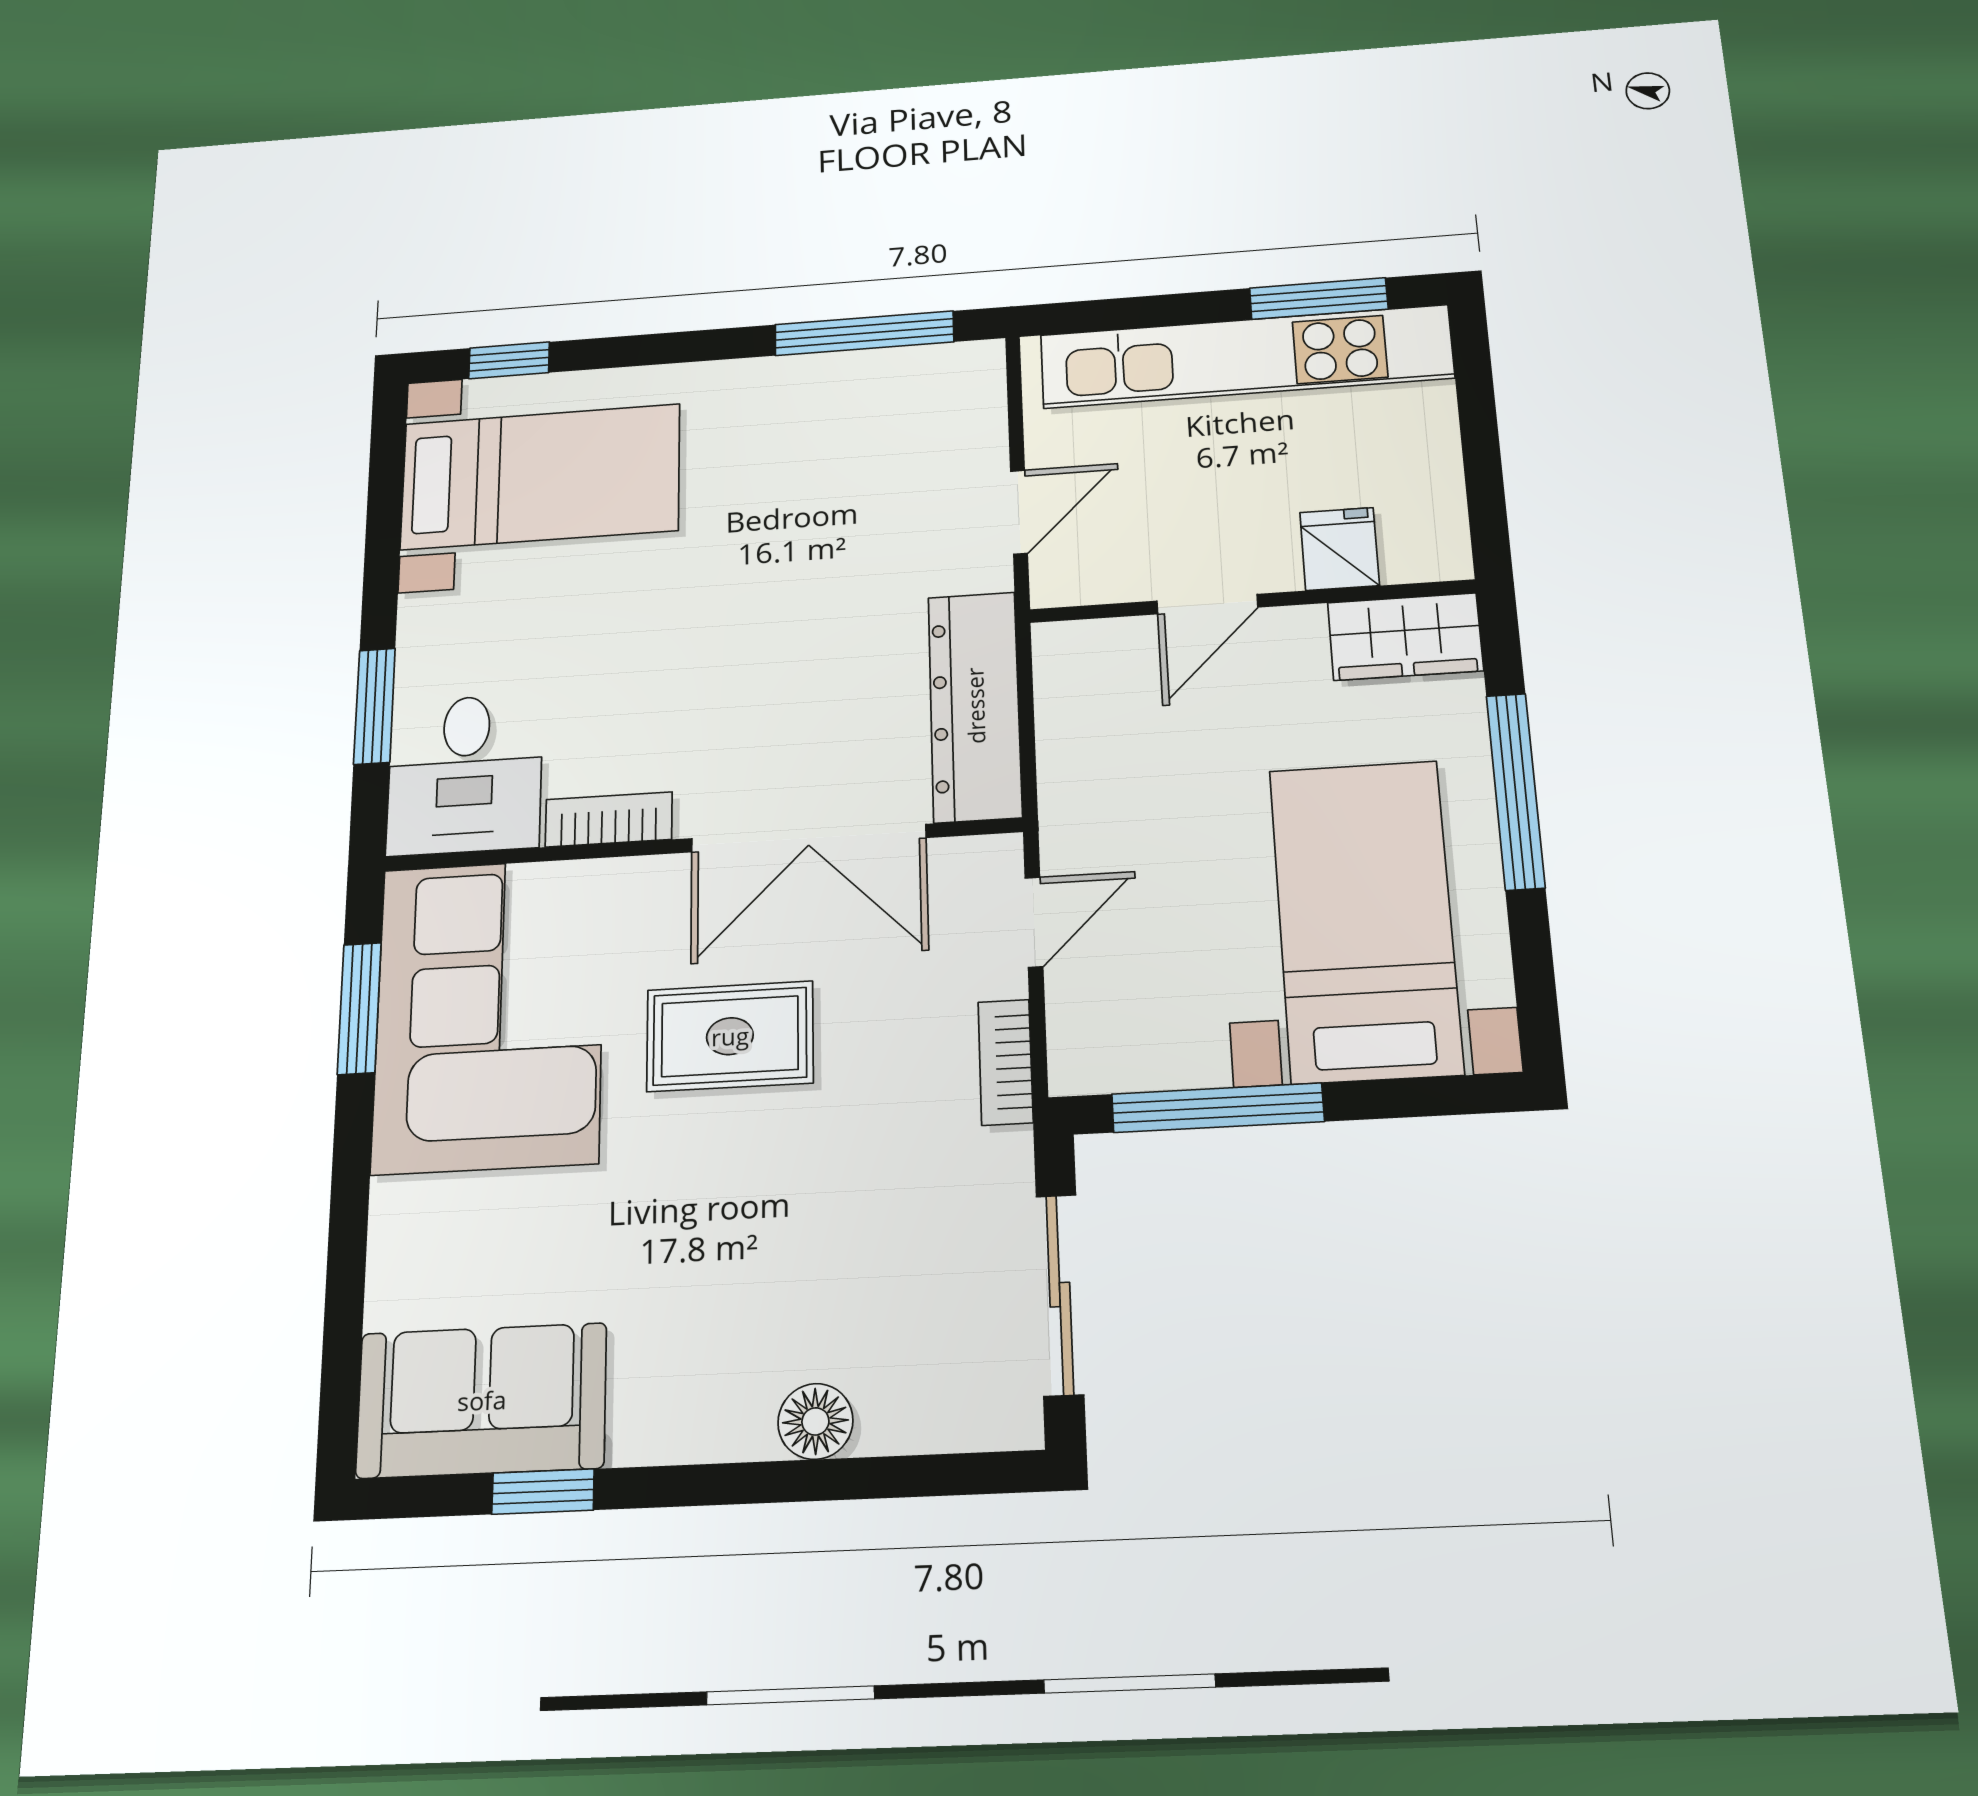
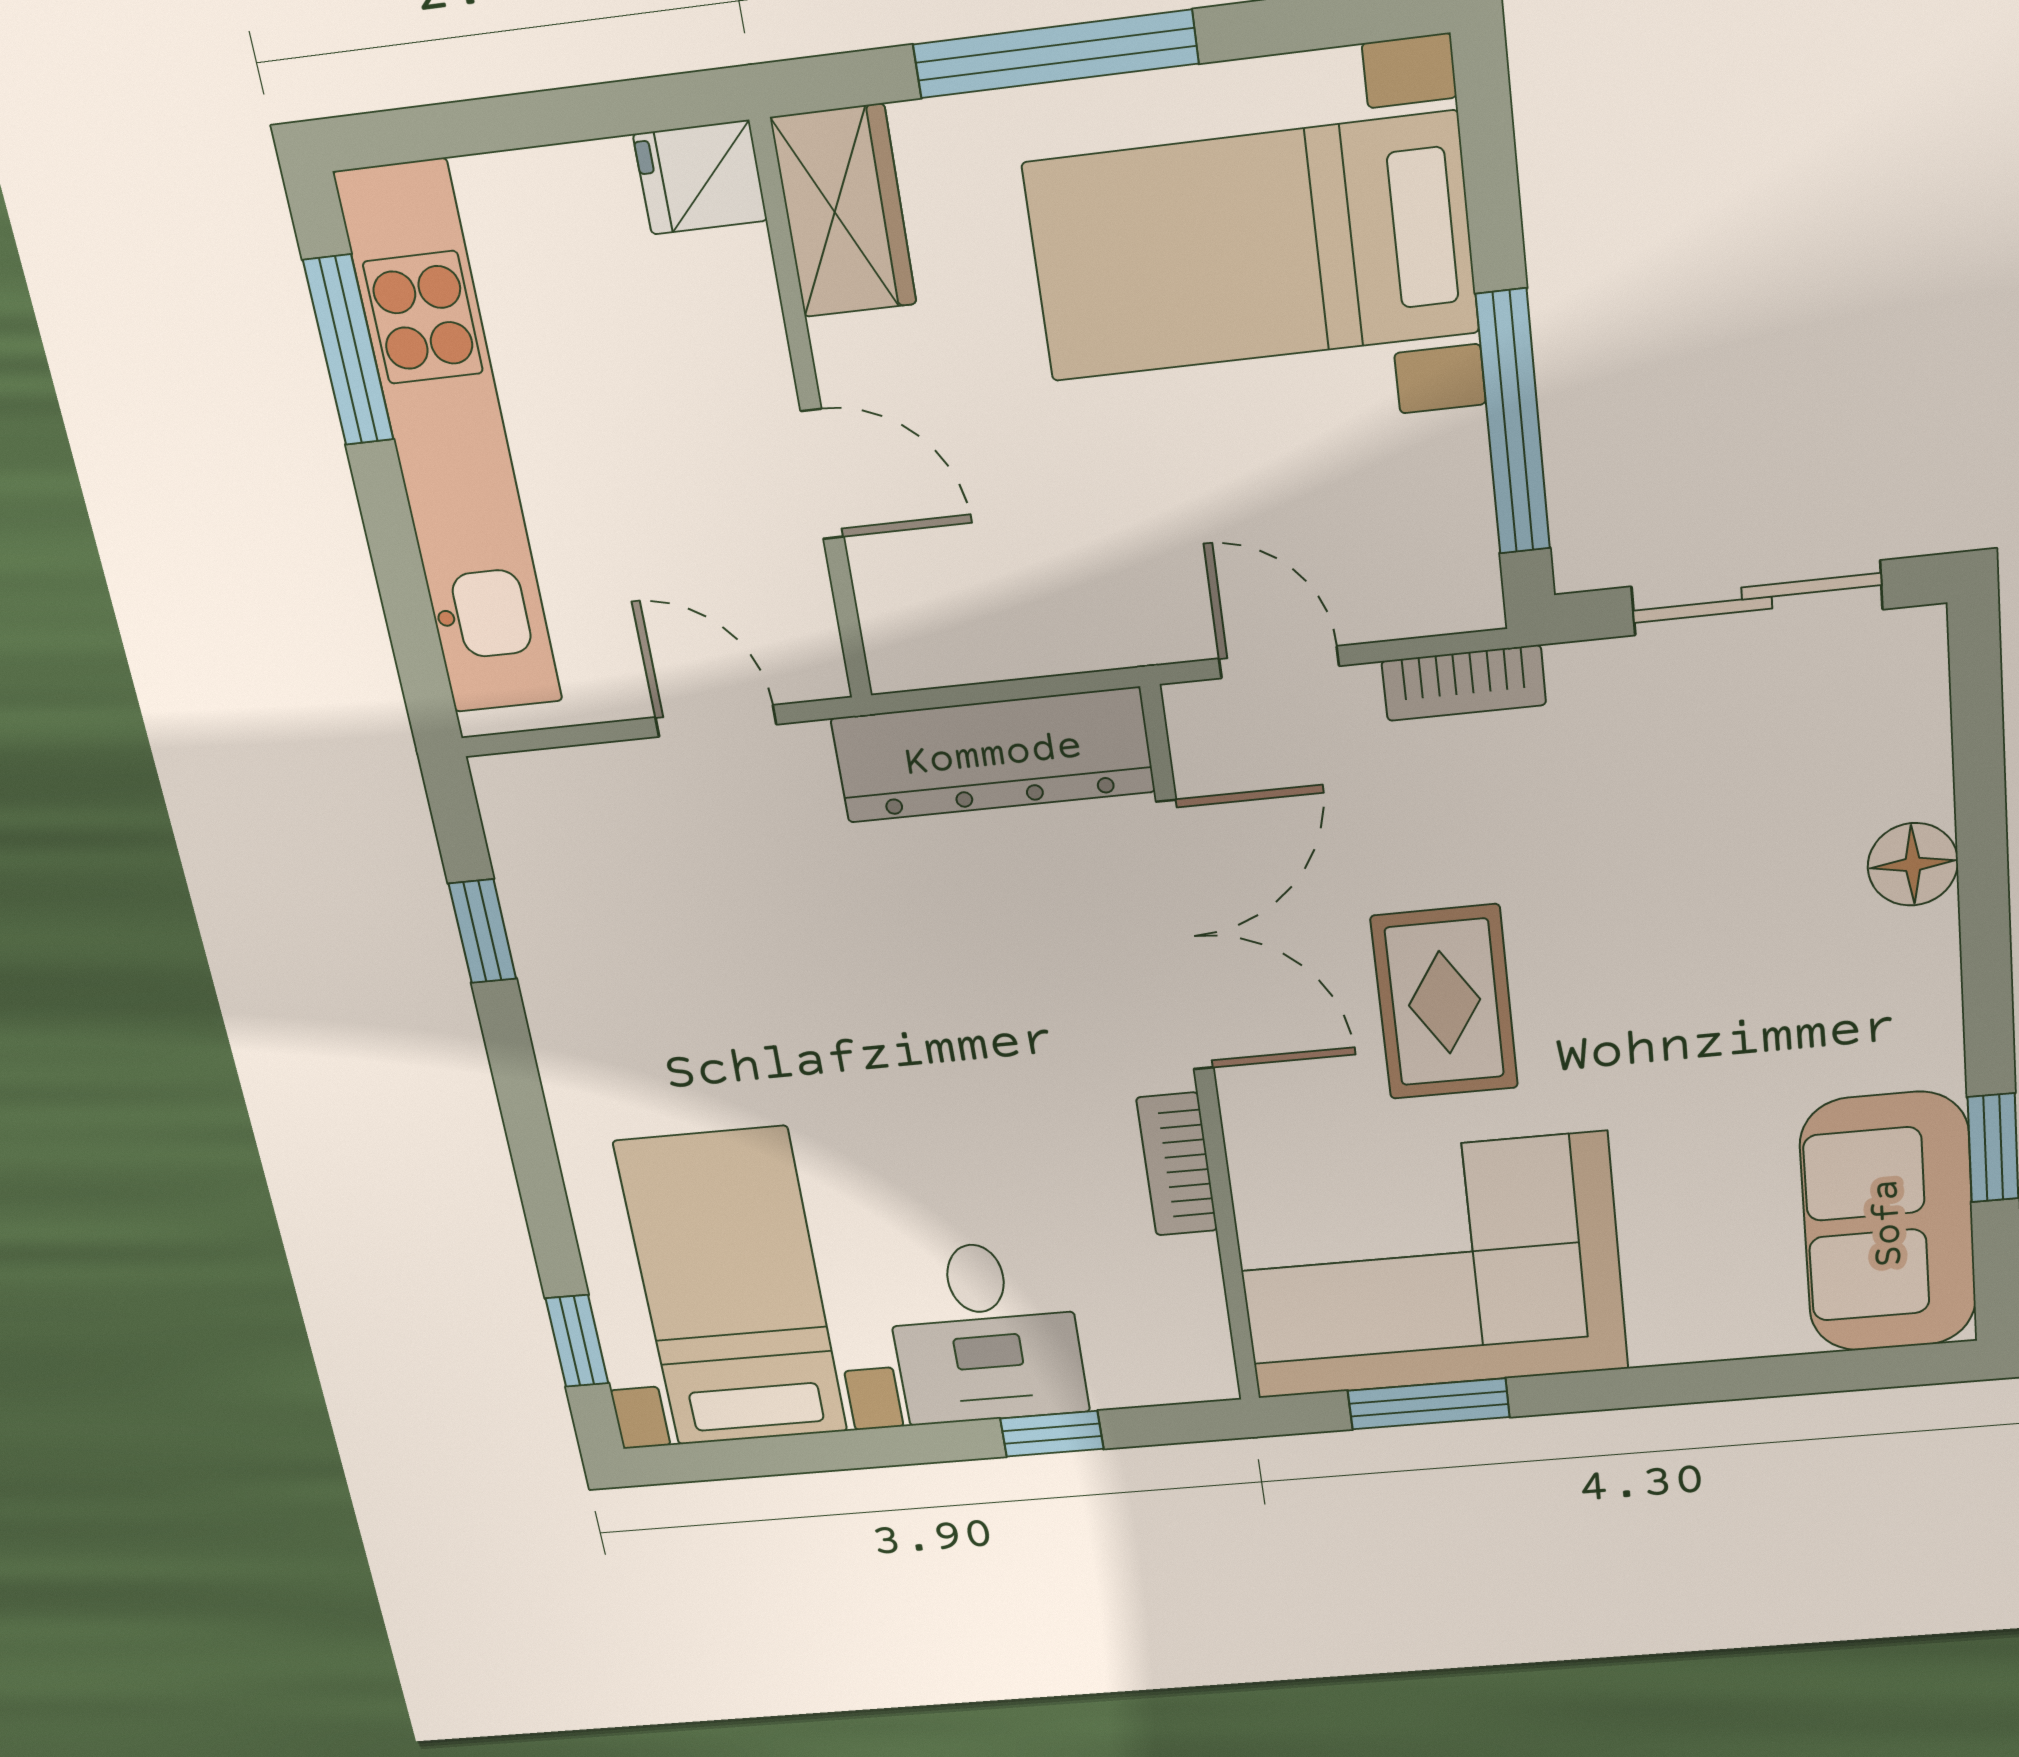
window: (864, 333) -> (482, 931), width x0.46
fridge: (1339, 549) -> (700, 178), moved
window: (375, 706) -> (1052, 1434), width x0.67
desk: (465, 774) -> (985, 1333), moved, turned 90

